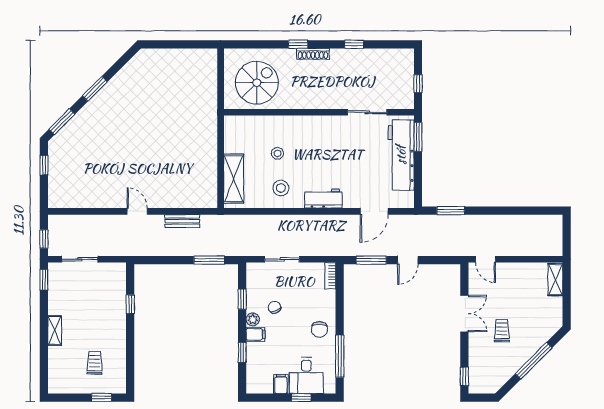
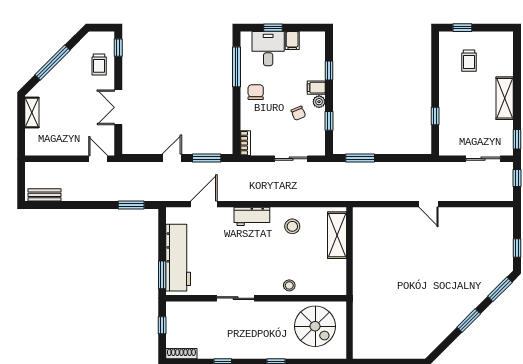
shoe rack: (313, 54) -> (181, 354), moved
spiral stairs: (257, 83) -> (315, 326), turned -90
sliding door: (367, 112) -> (236, 298), moved
stool: (277, 153) -> (289, 285), moved
bench: (182, 221) -> (44, 195), moved
shelving: (555, 280) -> (32, 113), moved
shelving: (55, 330) -> (505, 98), width x1.50, depth x1.33
trolley: (502, 331) -> (99, 64), moved

